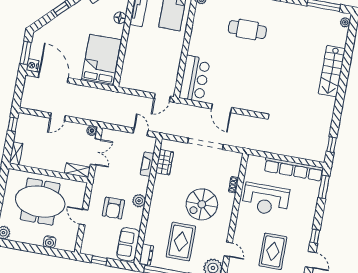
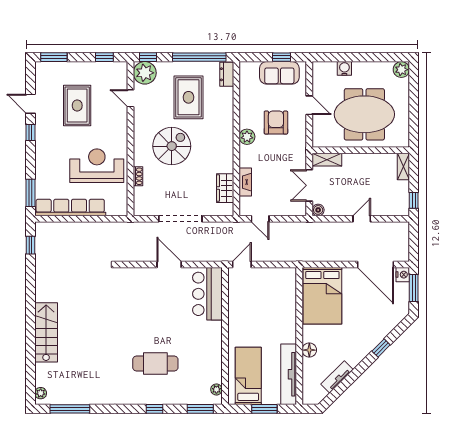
sofa: (128, 244) -> (279, 73), moved, turned 90

